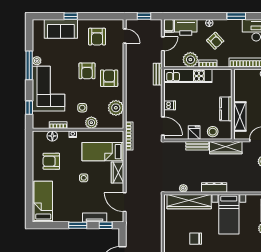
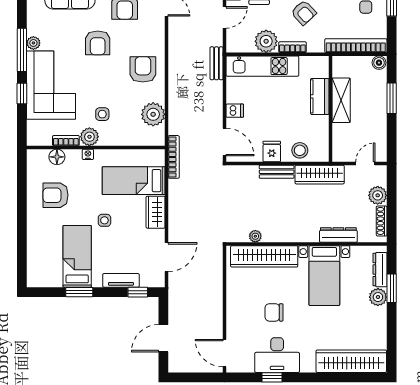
armchair: (87, 71) -> (98, 43), moved
window: (29, 108) -> (22, 93), moved
kitchen counter: (226, 109) -> (320, 96), moved
shelving: (240, 117) -> (341, 100), moved
plant: (91, 123) -> (89, 137), moved
dresser: (214, 187) -> (338, 235), moved
bed: (43, 202) -> (77, 256), moved
door: (125, 202) -> (167, 257), swing flipped
window: (78, 225) -> (79, 292), moved

